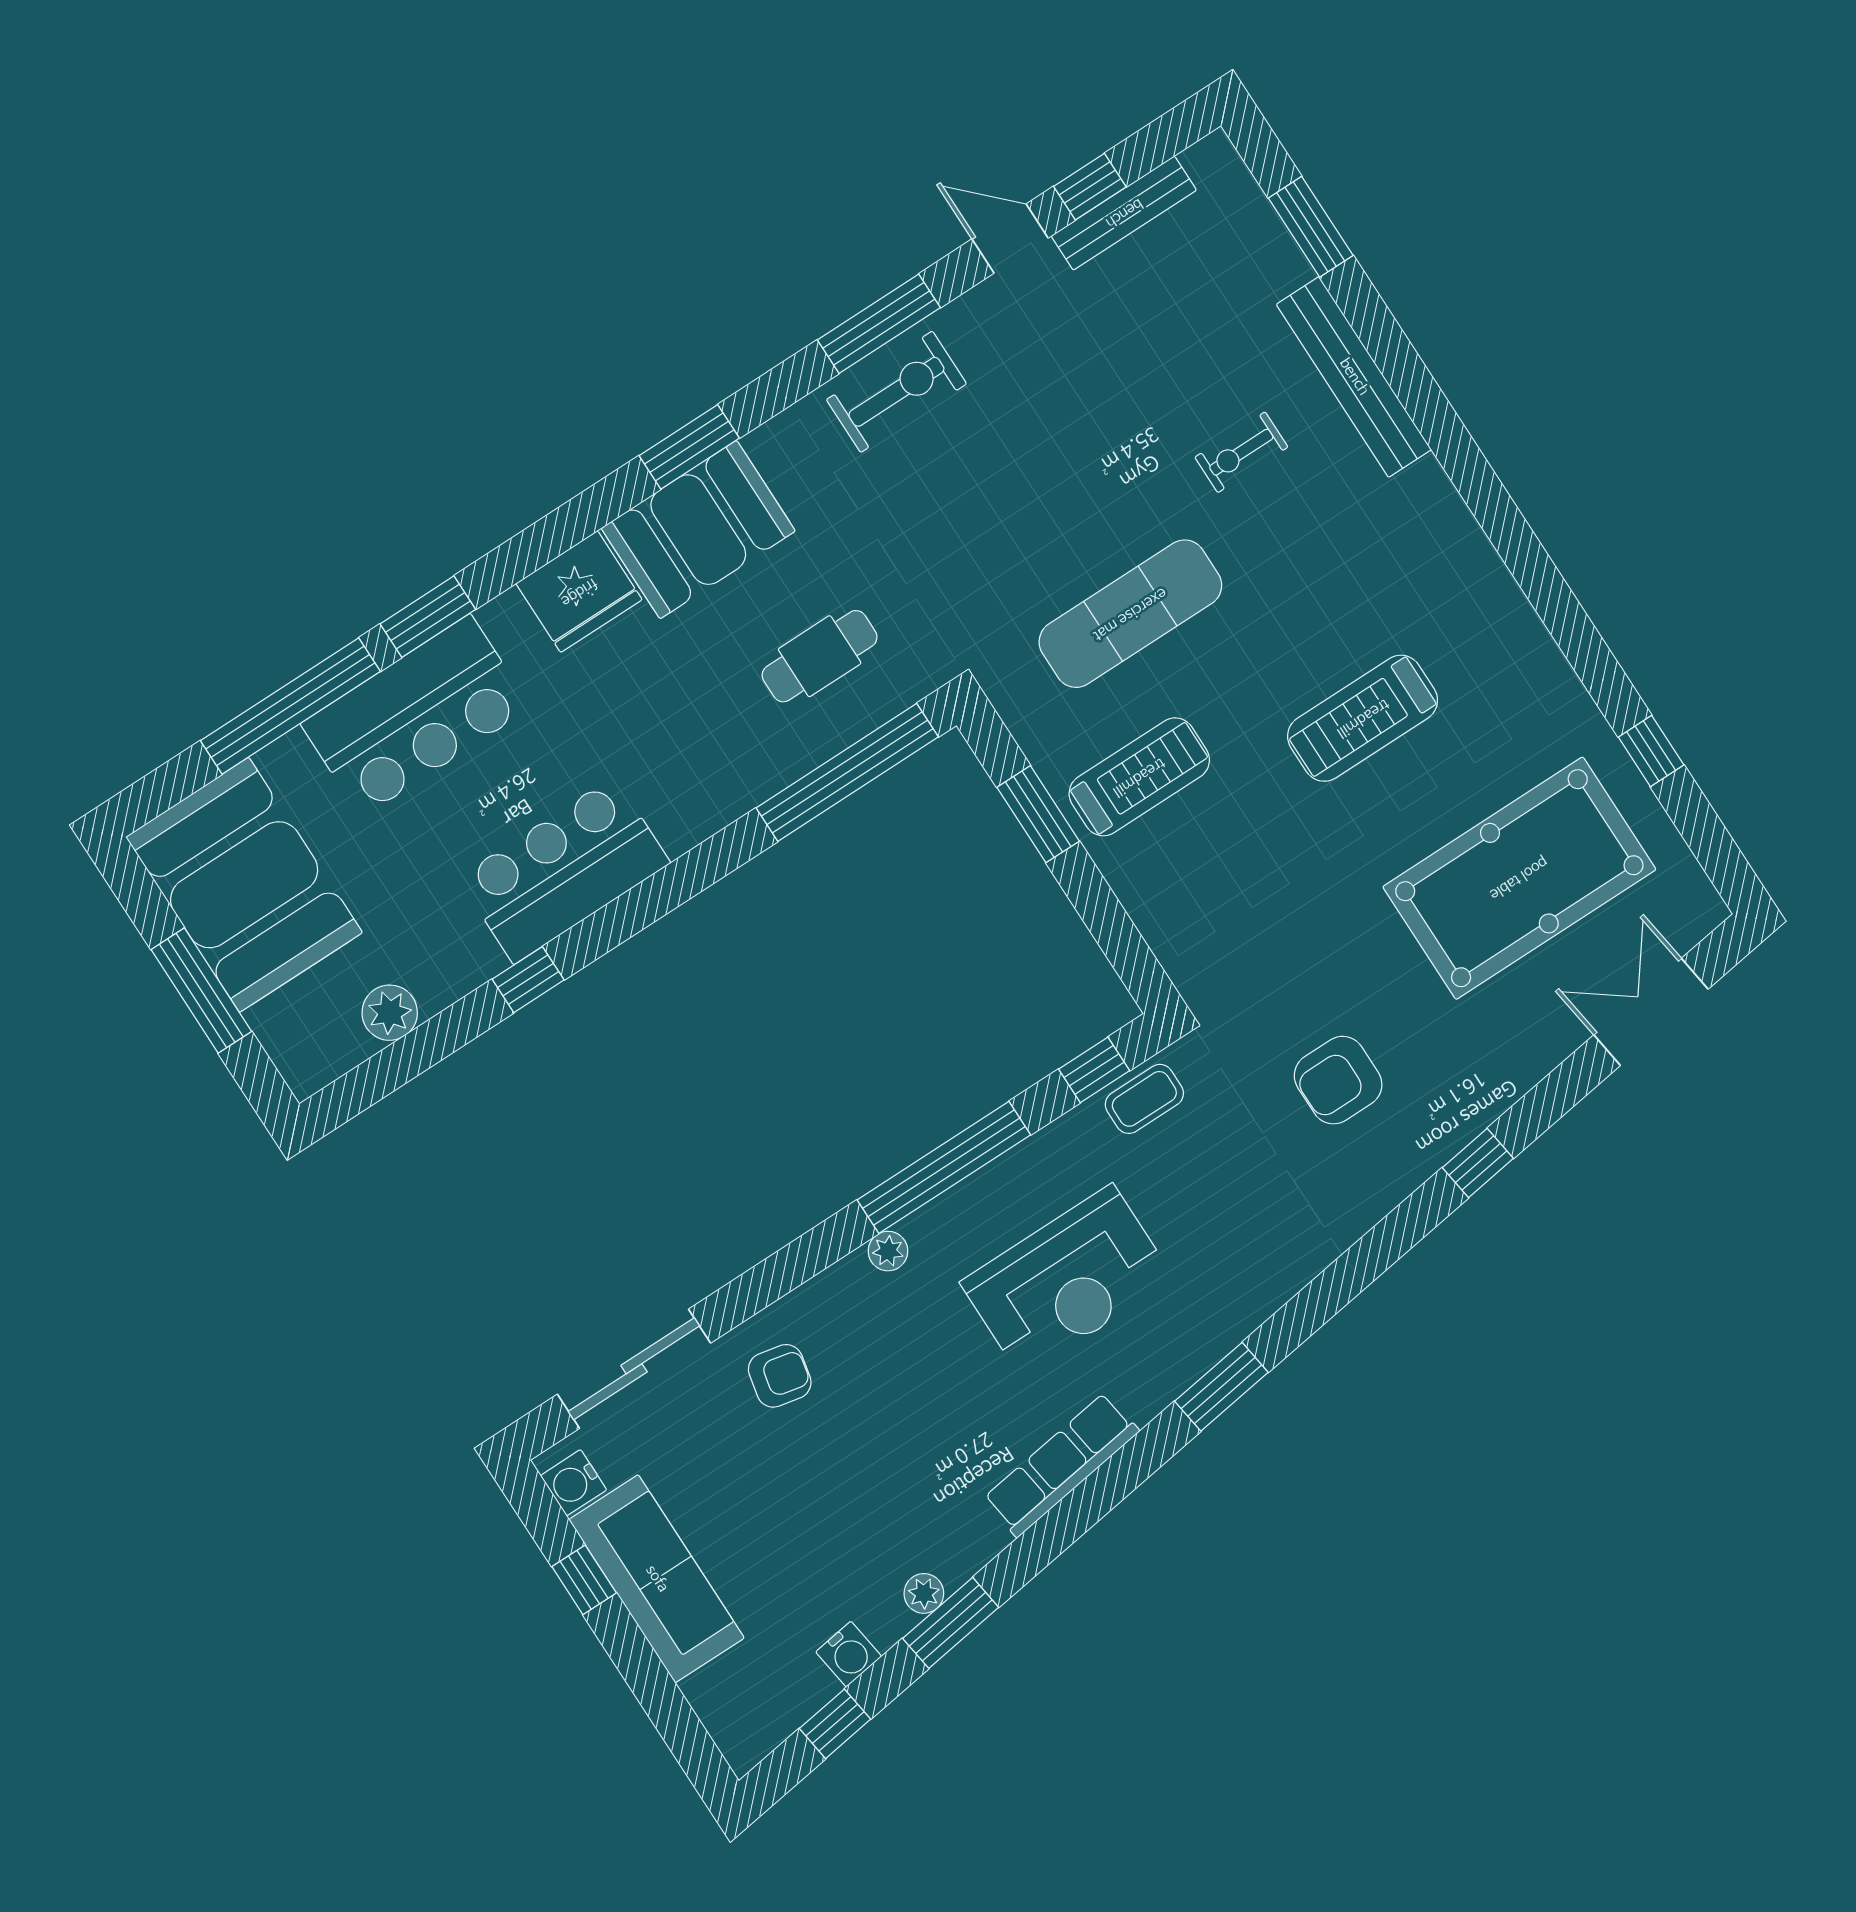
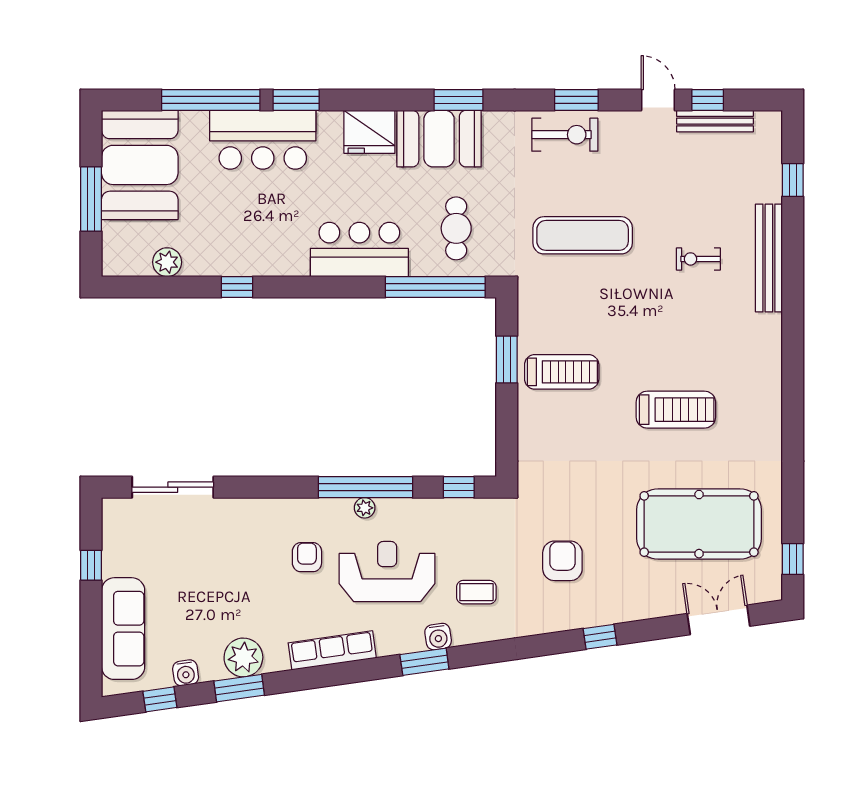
window: (1311, 227) -> (793, 180), width x0.67
window: (879, 324) -> (576, 100), width x0.69
exercise mat: (1130, 614) -> (583, 235), moved
cafe table: (820, 656) -> (456, 228), turned 90
treadmill: (1363, 718) -> (676, 410), turned 180
window: (1651, 751) -> (793, 559), moved
bar counter: (564, 870) -> (359, 249), moved
armchair: (1338, 1080) -> (562, 561), turned 90
coffee table: (1144, 1099) -> (476, 592), moved
plant: (888, 1251) -> (365, 508), moved
reception desk: (1067, 1281) -> (387, 572), turned 180
armchair: (780, 1376) -> (307, 557), moved, turned -102
water cooler: (574, 1483) -> (438, 637), moved, turned -98
sofa: (657, 1579) -> (123, 629), moved
plant: (924, 1593) -> (243, 657), width x1.88, depth x1.88

